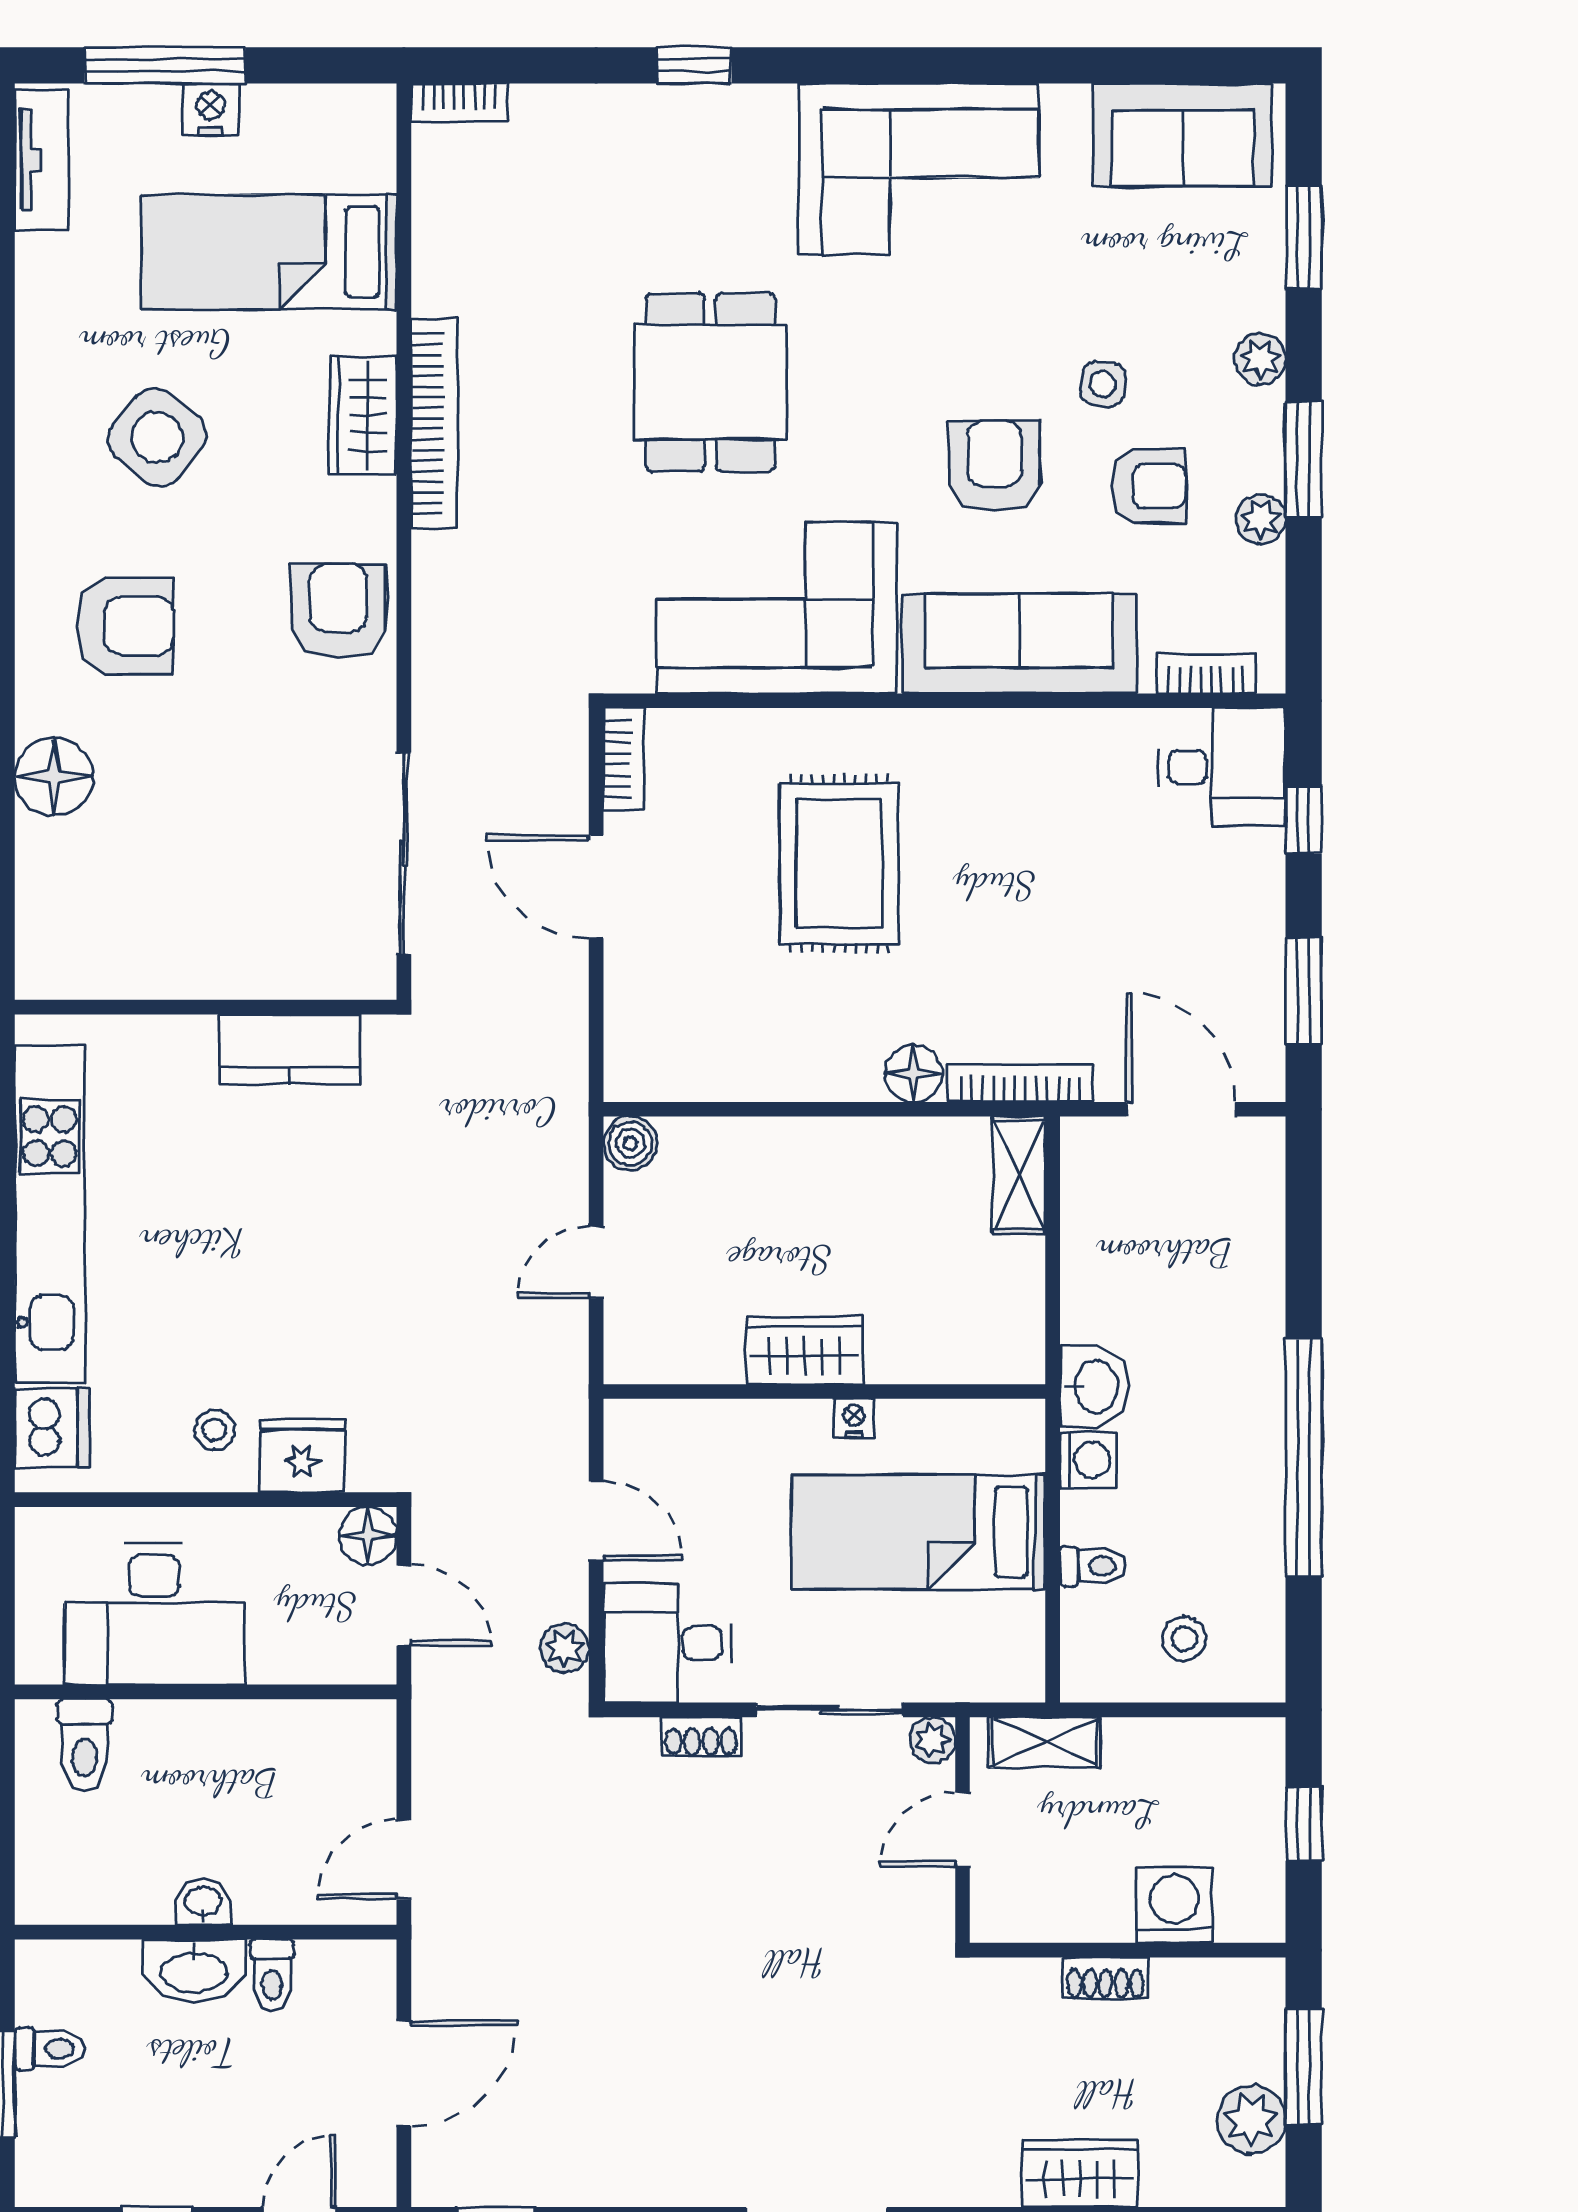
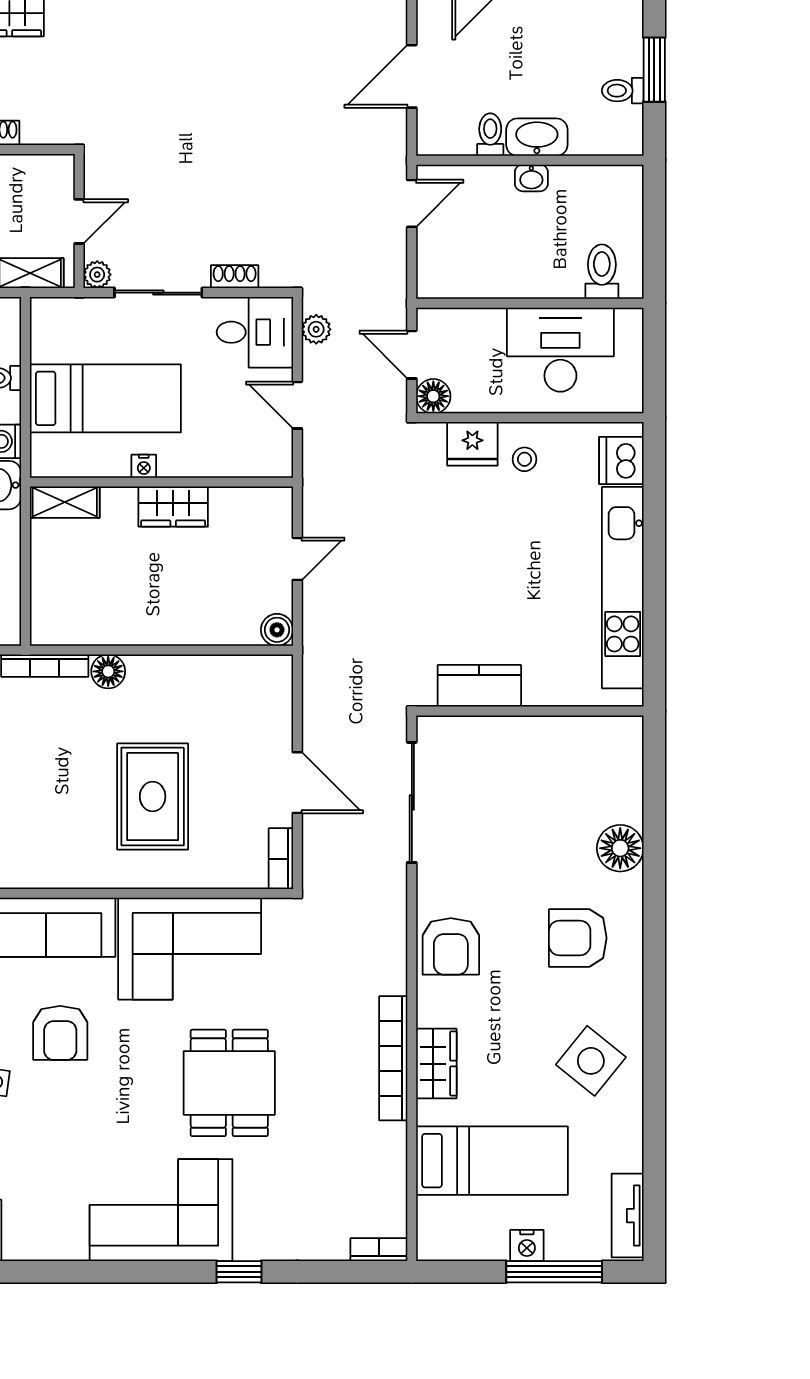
corner sofa: (919, 169) -> (161, 1210), moved
side table: (157, 437) -> (591, 1061), moved
shelving: (1019, 1175) -> (65, 502), moved, turned 90

